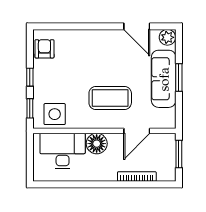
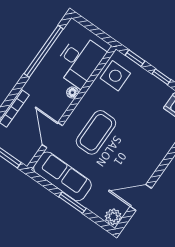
sofa: (164, 79) -> (62, 176), moved
floor lamp: (97, 144) -> (72, 93), width x0.53, depth x0.53
window: (75, 184) -> (44, 51), added

